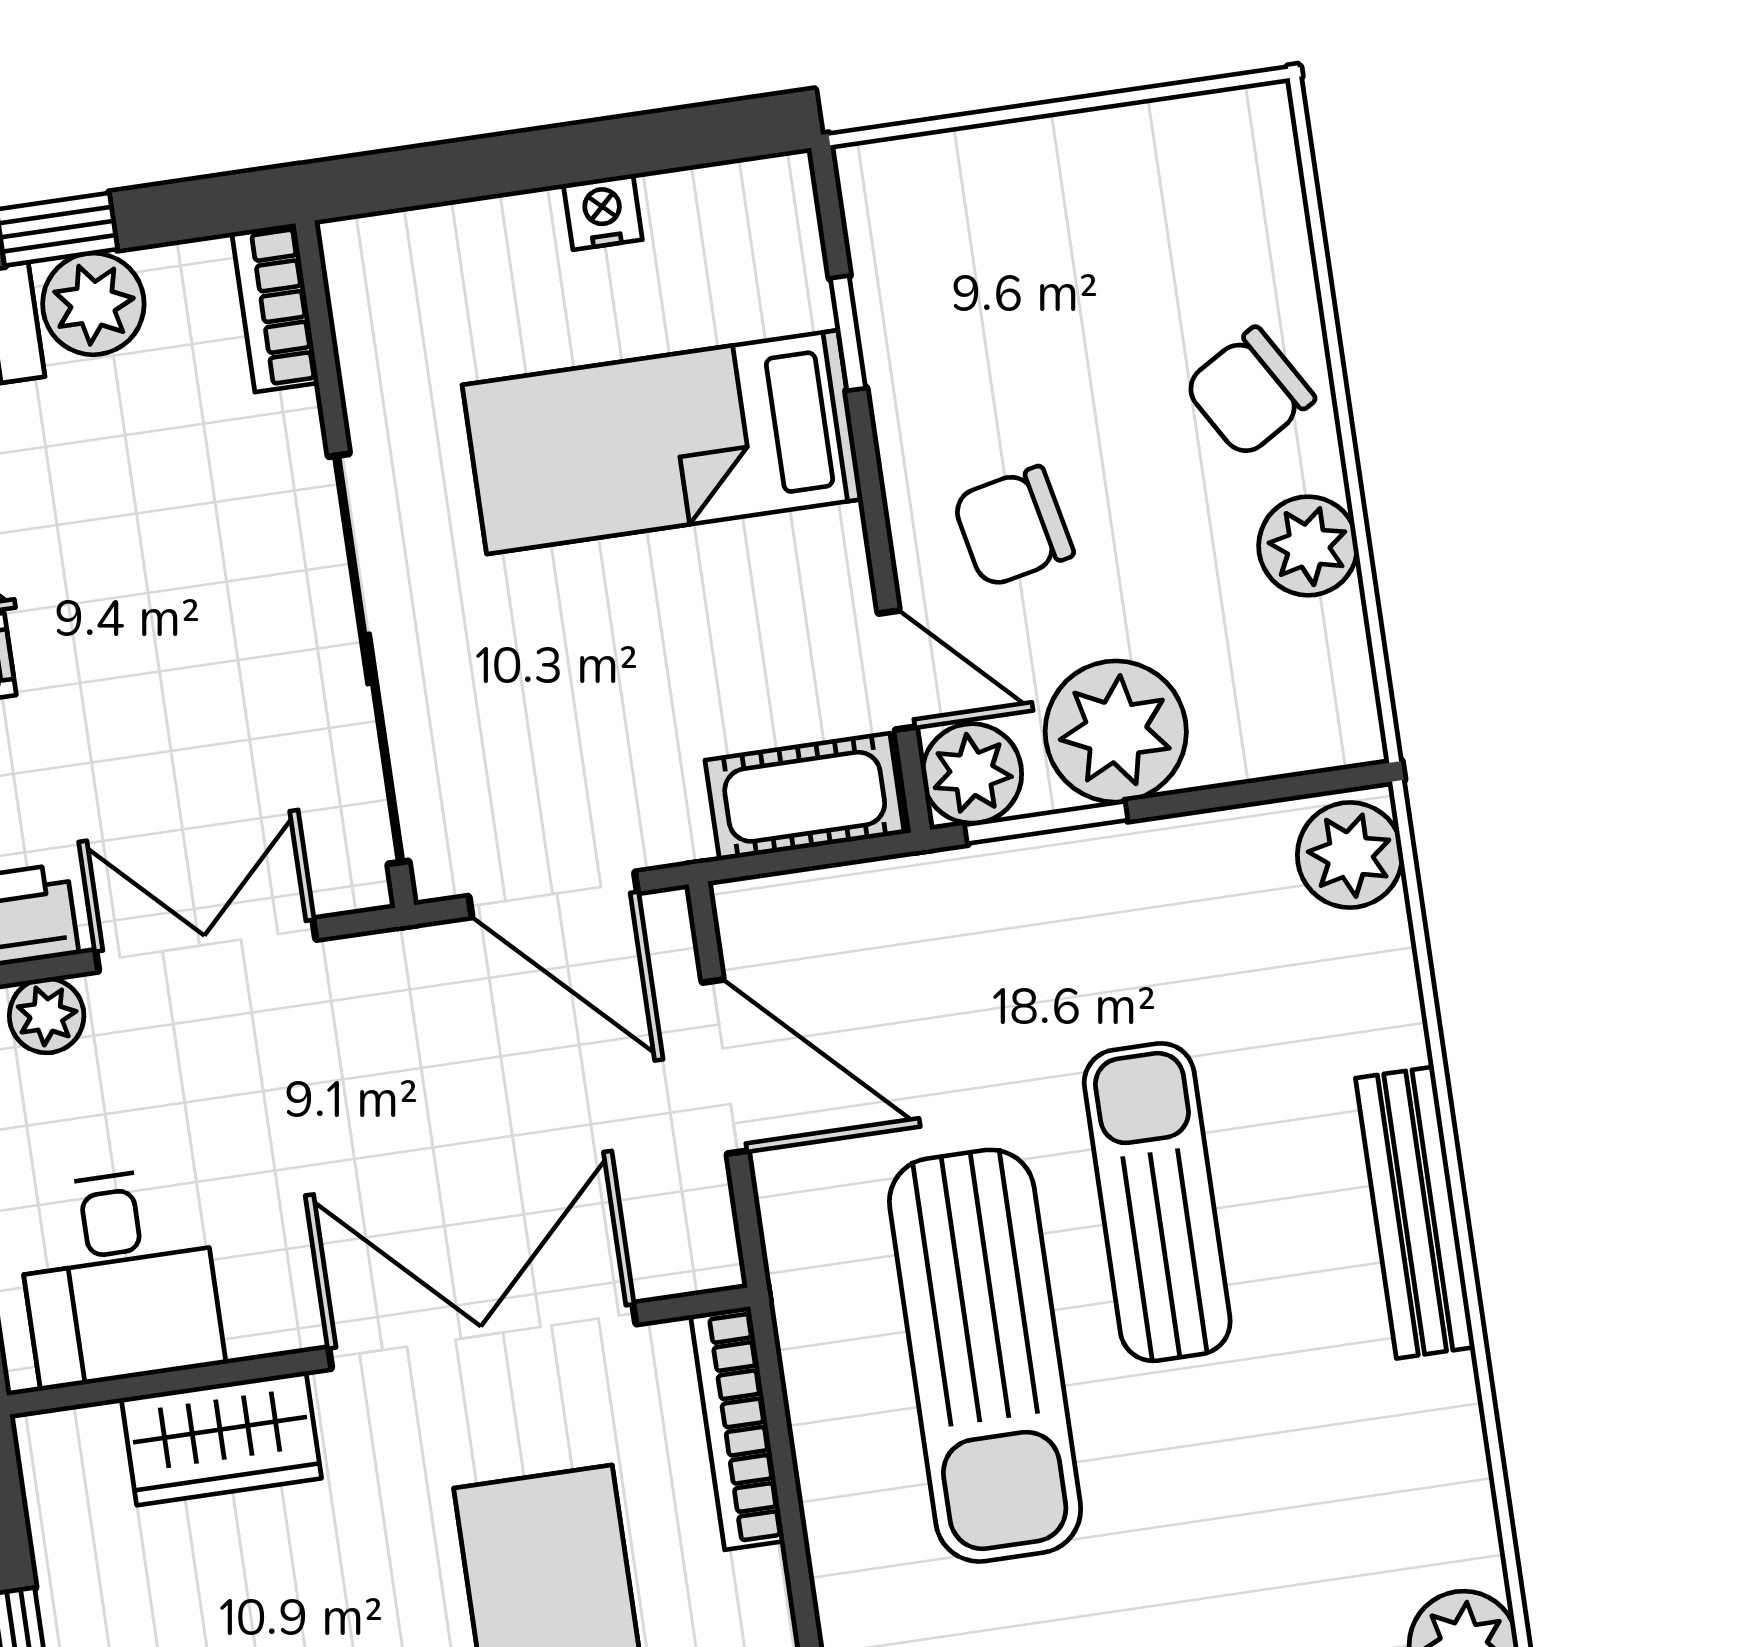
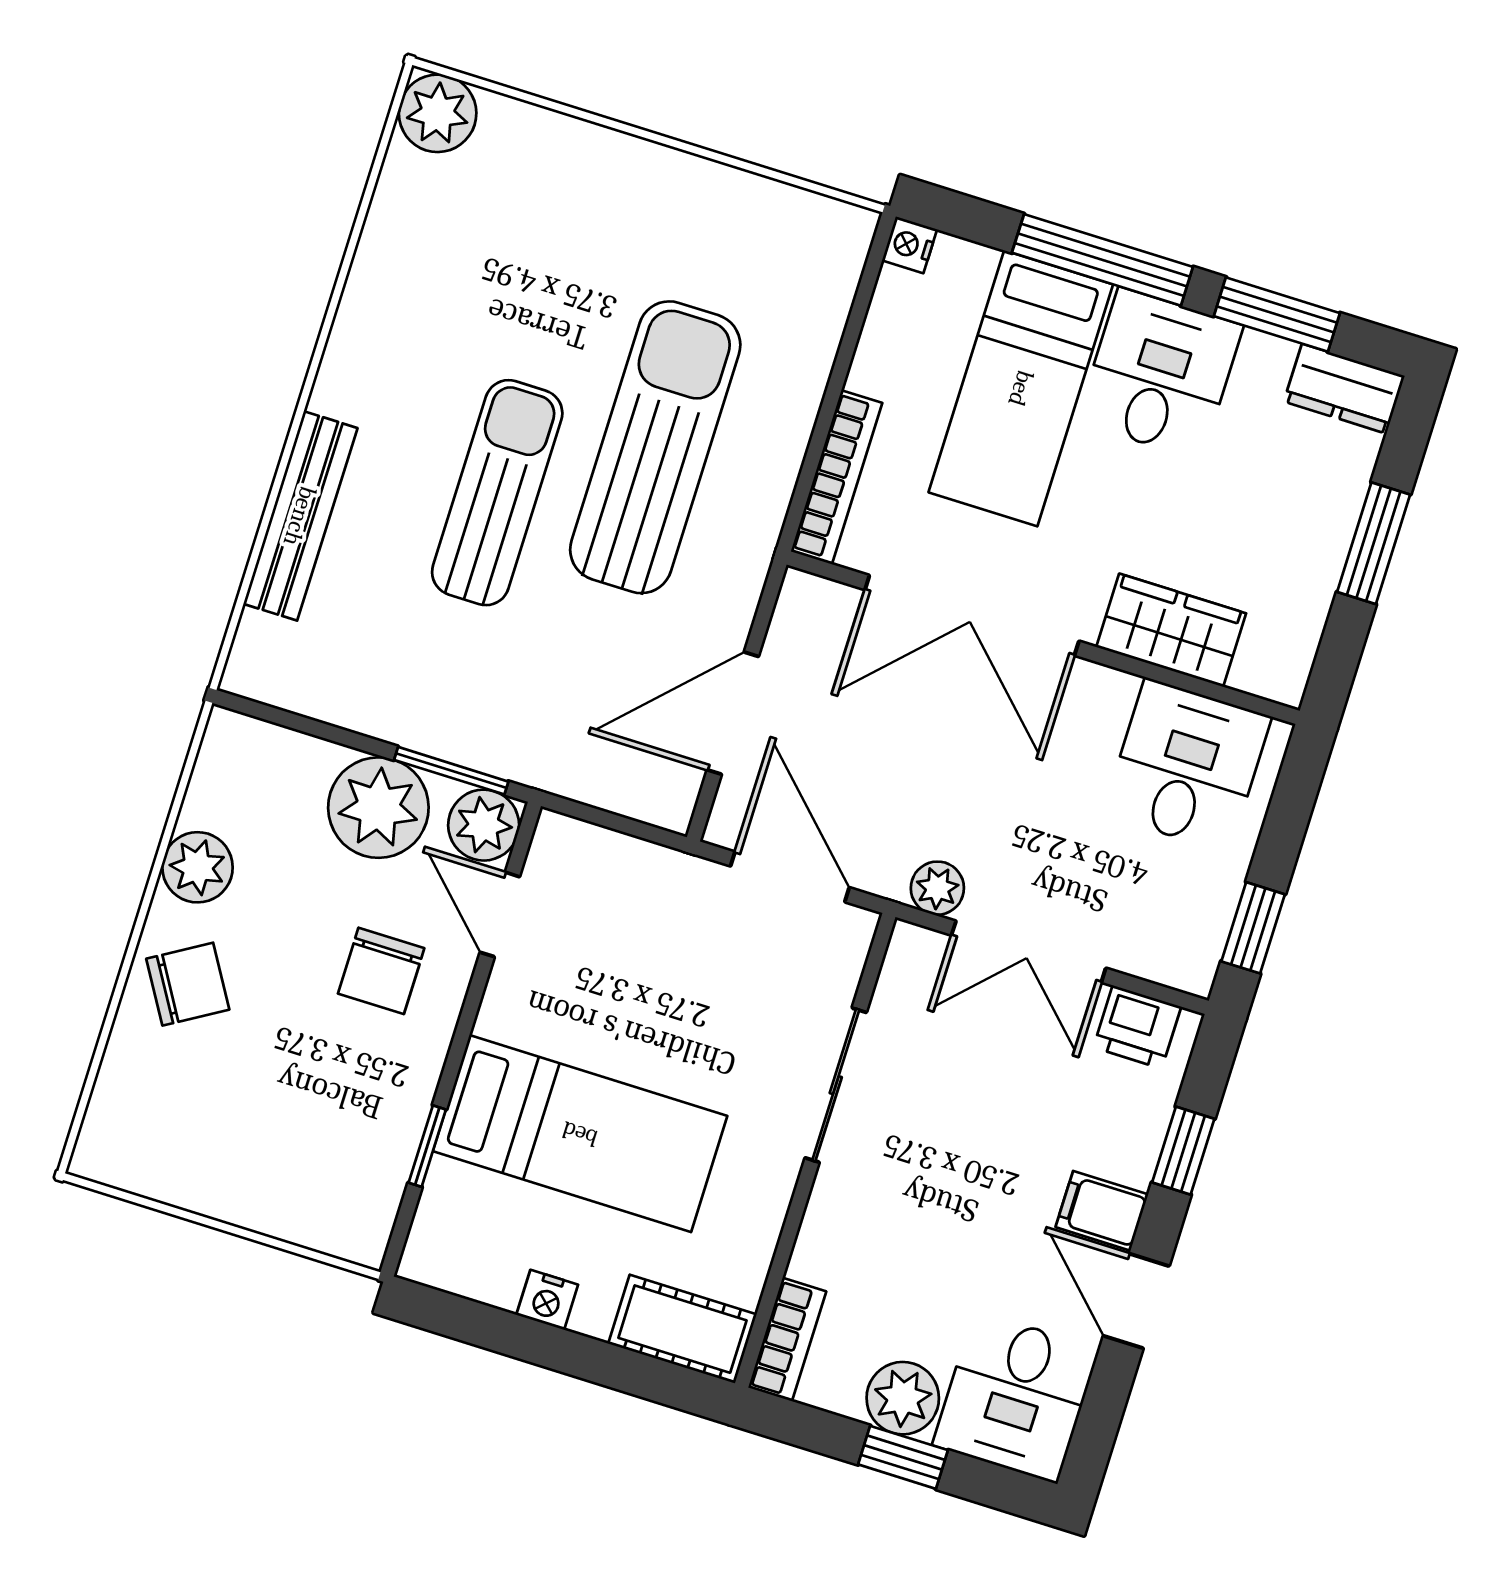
chair: (1013, 527) -> (381, 971), turned 102
sliding door: (369, 659) -> (836, 1085), width x0.54
cot: (805, 797) -> (682, 1329), moved
plant: (1350, 855) -> (266, 656), removed
plant: (47, 1016) -> (937, 888), moved
door: (725, 1067) -> (733, 713), hinge flipped
sun lounger: (1157, 1202) -> (497, 493), turned 180
bench: (1415, 1213) -> (300, 516), moved

